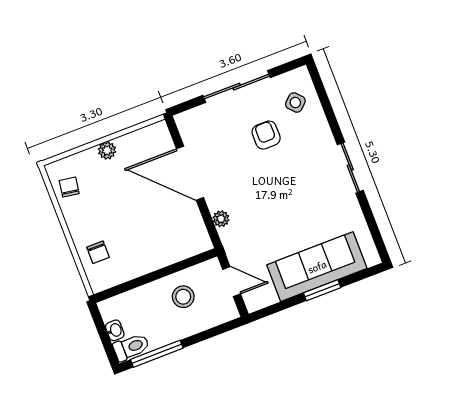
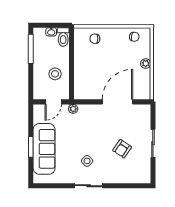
sliding door: (237, 87) -> (153, 143), width x0.73
side table: (295, 102) -> (87, 161), moved
armchair: (266, 135) -> (122, 149), turned 124
plant: (221, 219) -> (73, 109), moved
toilet: (131, 347) -> (63, 37), moved

